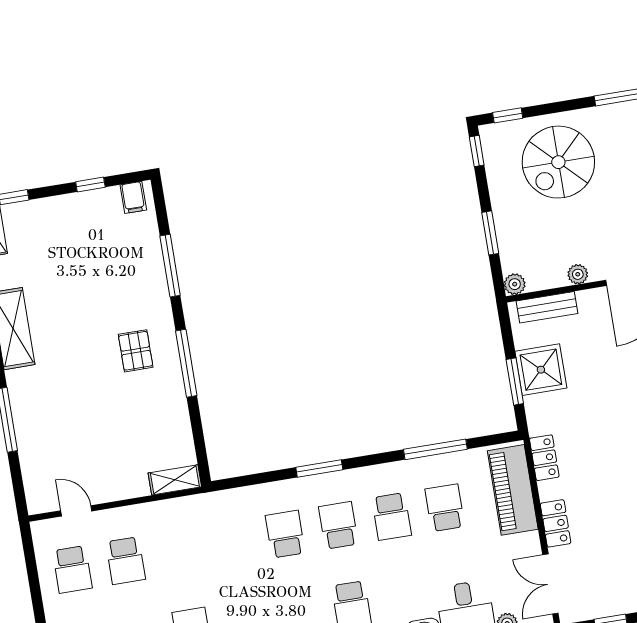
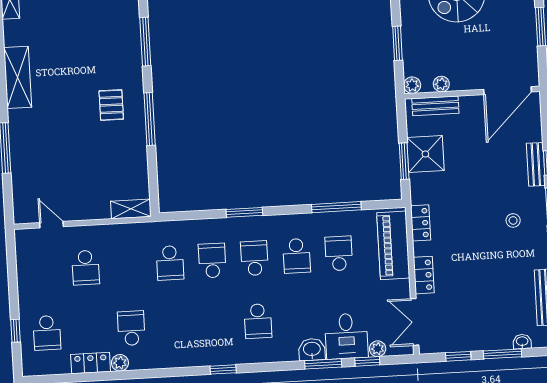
plant: (578, 274) -> (441, 84), moved
school desk: (72, 569) -> (170, 263), moved

